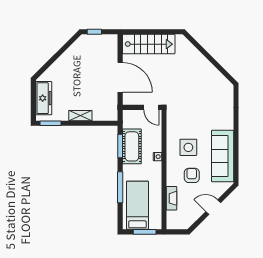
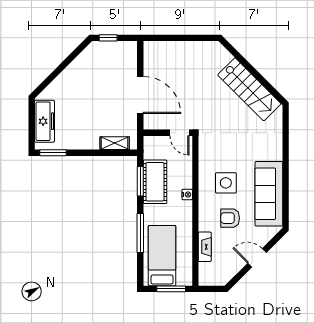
stairs: (149, 44) -> (249, 89), moved, turned 45
shelving: (80, 116) -> (115, 143), moved
armchair: (192, 175) -> (230, 218), turned -90

